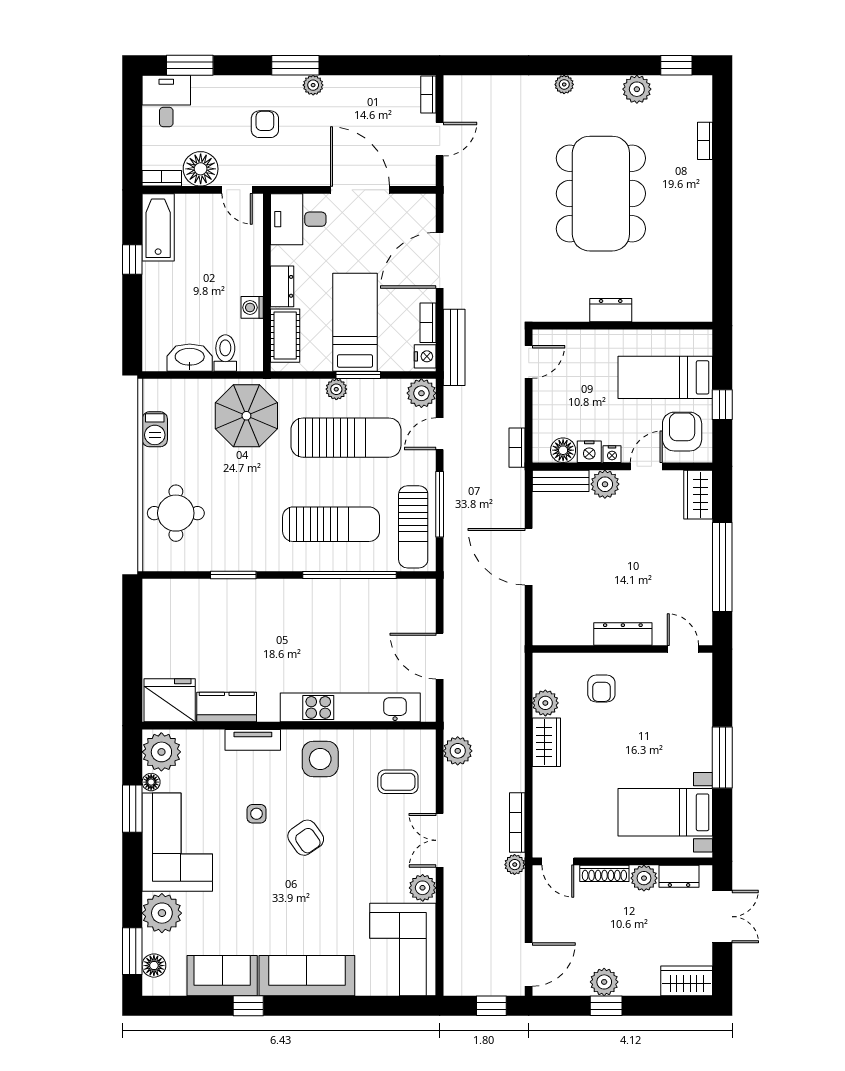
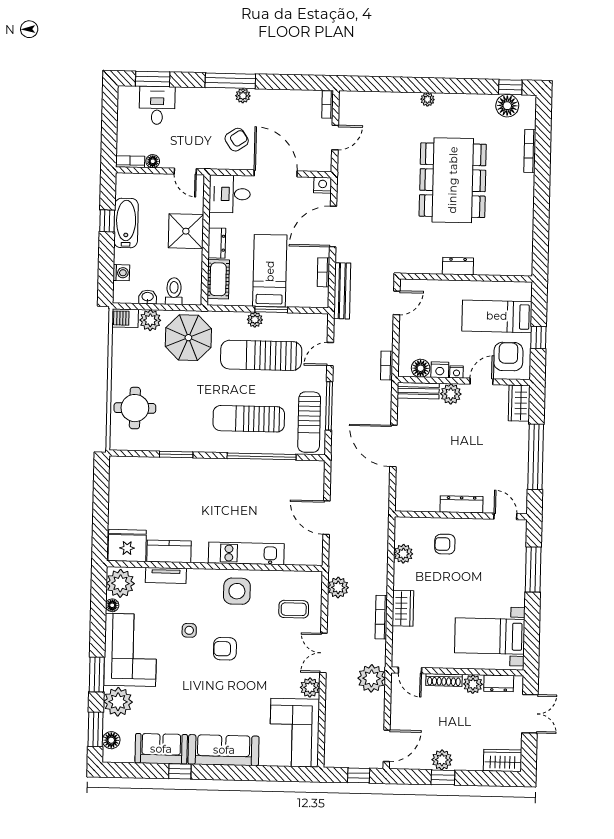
window: (295, 65) -> (230, 81), width x1.44
plant: (637, 89) -> (481, 104), removed
floor lamp: (673, 90) -> (507, 106), added
desk: (166, 101) -> (157, 105), moved
armchair: (265, 124) -> (237, 140), moved, turned 56
bookcase: (705, 141) -> (530, 151), width x1.56
floor lamp: (201, 169) -> (153, 161), width x0.53, depth x0.53
bathtub: (158, 227) -> (126, 223), moved
shower: (240, 271) -> (186, 231), added
washing machine: (252, 307) -> (121, 273), moved, turned 180
nightstand: (425, 356) -> (323, 185), moved, turned -90
washbasin: (190, 358) -> (148, 297), width x0.52, depth x0.69
plant: (421, 393) -> (150, 320), moved
barbecue: (155, 429) -> (125, 318), moved, turned 90
sun lounger: (346, 438) -> (261, 355), turned 180
sun lounger: (331, 524) -> (249, 419), turned 180
armchair: (601, 689) -> (445, 544), turned 90
kitchen unit: (350, 707) -> (246, 553), width x0.73
tv unit: (253, 740) -> (166, 575), moved
wardrobe: (546, 742) -> (403, 608), moved
window: (722, 758) -> (533, 569), moved
window: (132, 809) -> (97, 675), moved
bookcase: (517, 823) -> (381, 617), moved
armchair: (306, 838) -> (225, 649), turned 125
plant: (515, 865) -> (371, 678), width x1.87, depth x1.87

